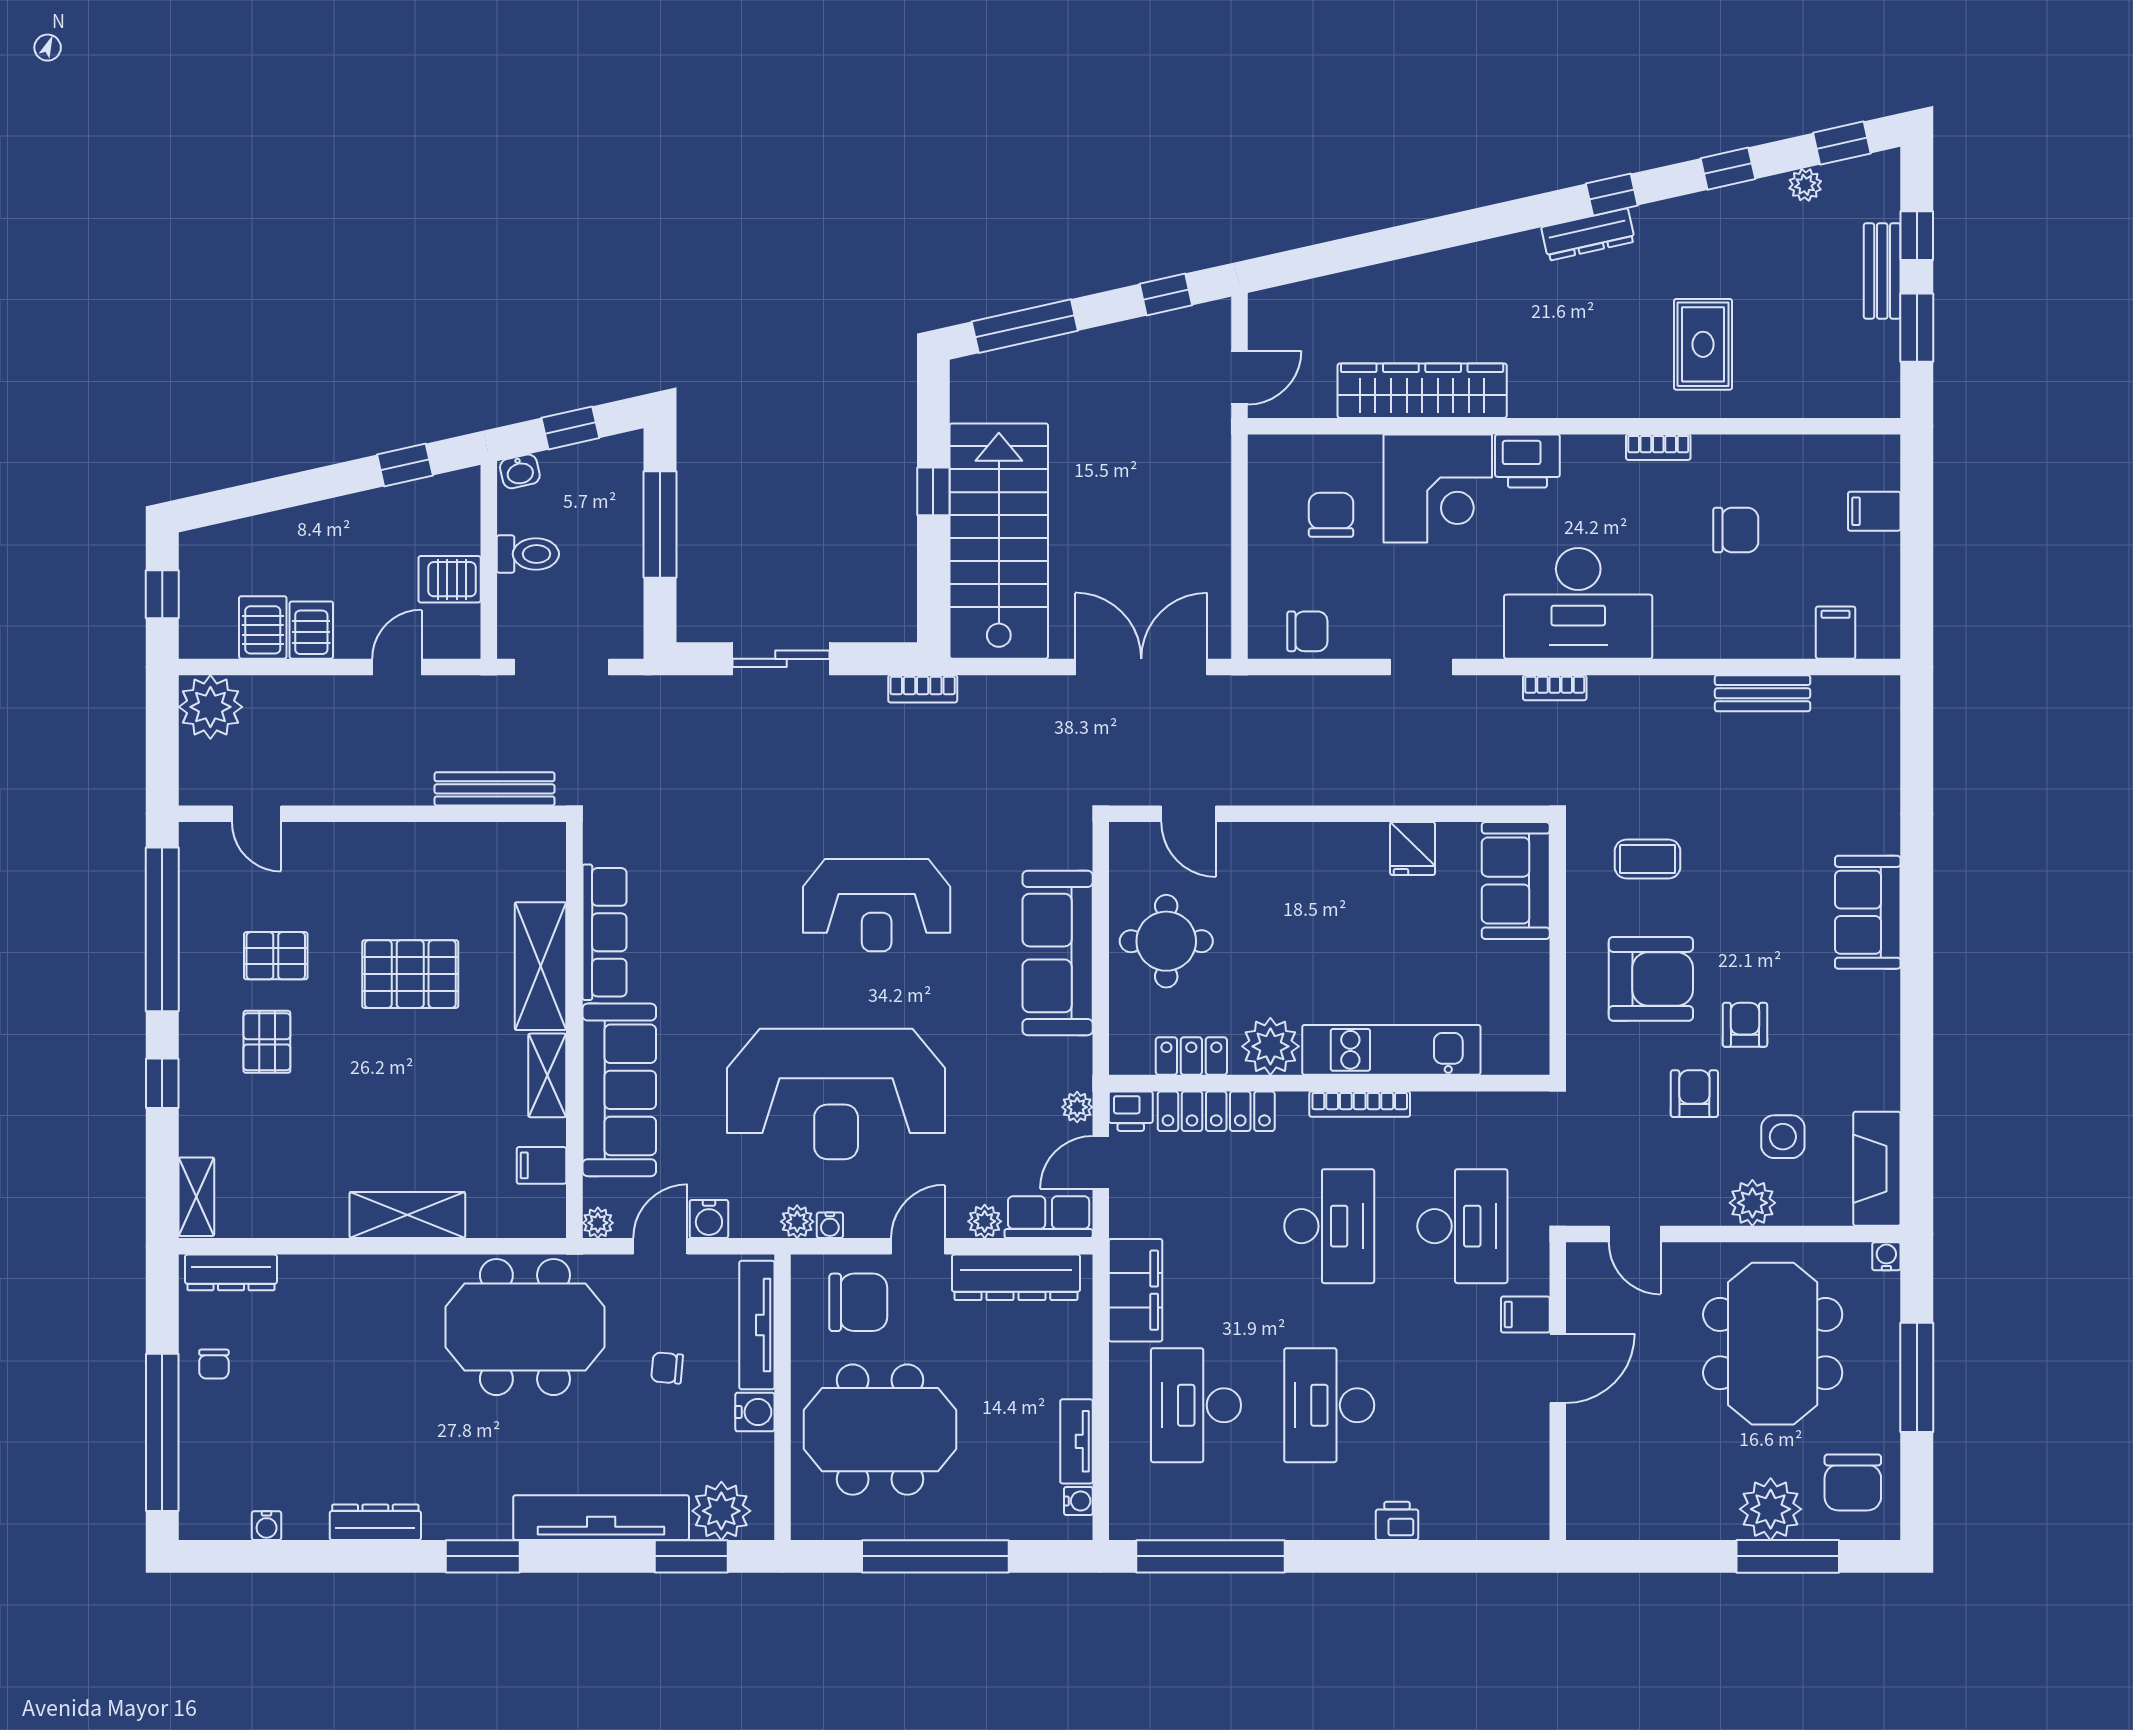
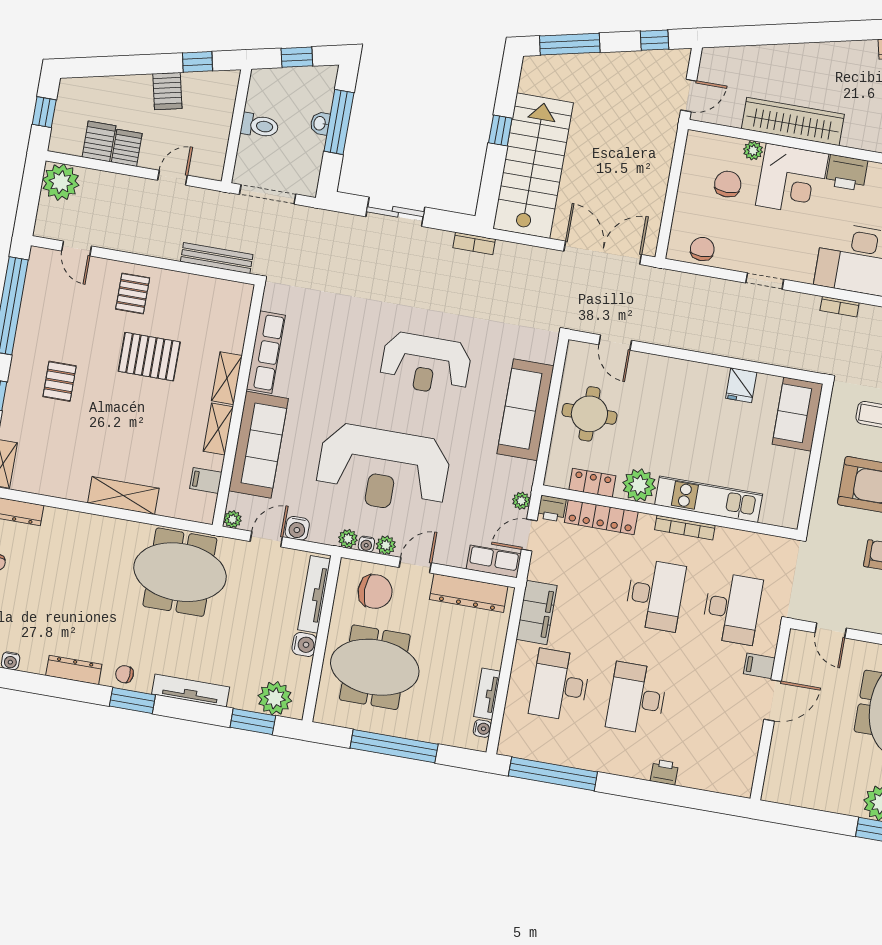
plant: (1364, 451) -> (753, 151), added
washbasin: (520, 471) -> (320, 123), moved, turned 103
server rack: (450, 579) -> (167, 91), moved, turned -103
chair: (1307, 631) -> (702, 249), turned -90
pallet: (276, 956) -> (133, 293), moved, turned 90
shelving: (541, 966) -> (227, 378), width x0.67, depth x0.75
plant: (985, 1221) -> (386, 545), moved
chair: (667, 1368) -> (124, 674), moved
tv unit: (601, 1518) -> (191, 691), width x0.73, depth x0.78

